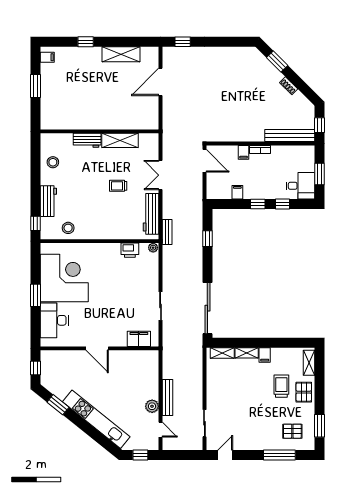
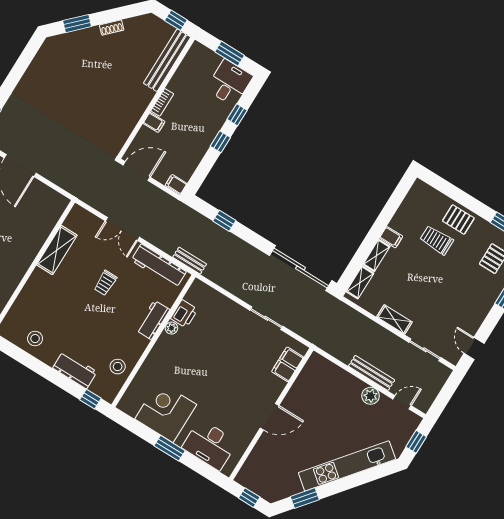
workbench: (87, 140) -> (153, 320), moved, turned 180
filing cabinet: (237, 192) -> (176, 184), moved
plant: (153, 248) -> (171, 328), moved
corner desk: (64, 278) -> (166, 412), width x0.74, depth x0.74
shelving: (309, 363) -> (394, 319), moved

